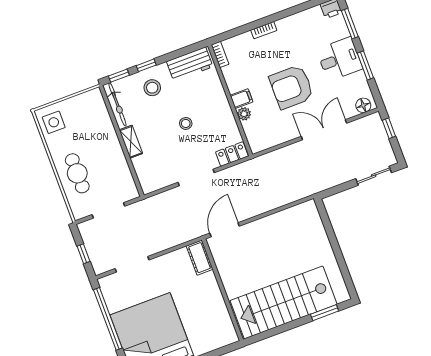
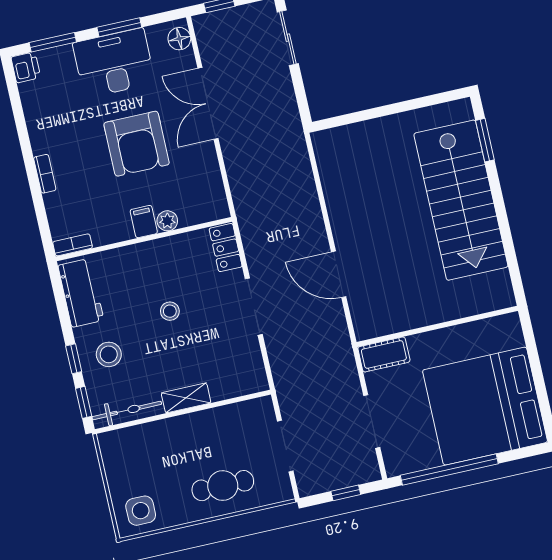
desk: (339, 59) -> (114, 63), width x1.37
cot: (200, 258) -> (384, 354), moved
wall: (223, 290) -> (437, 326), moved

